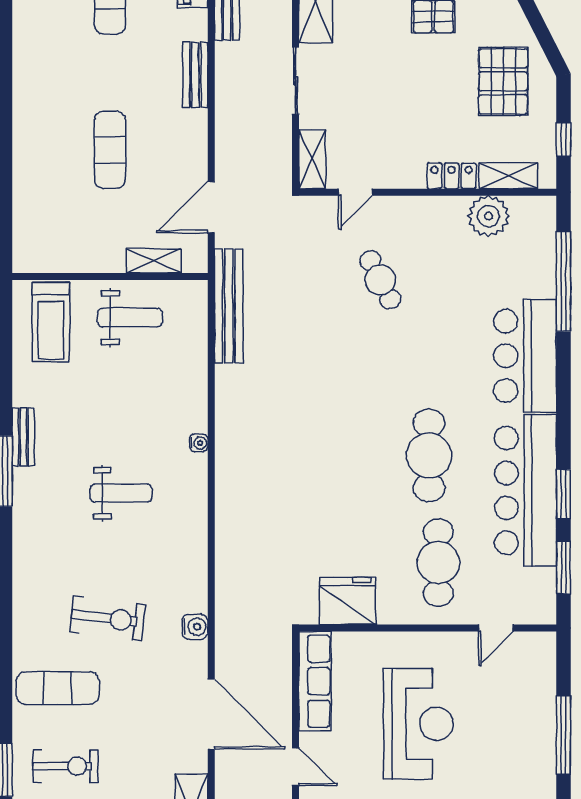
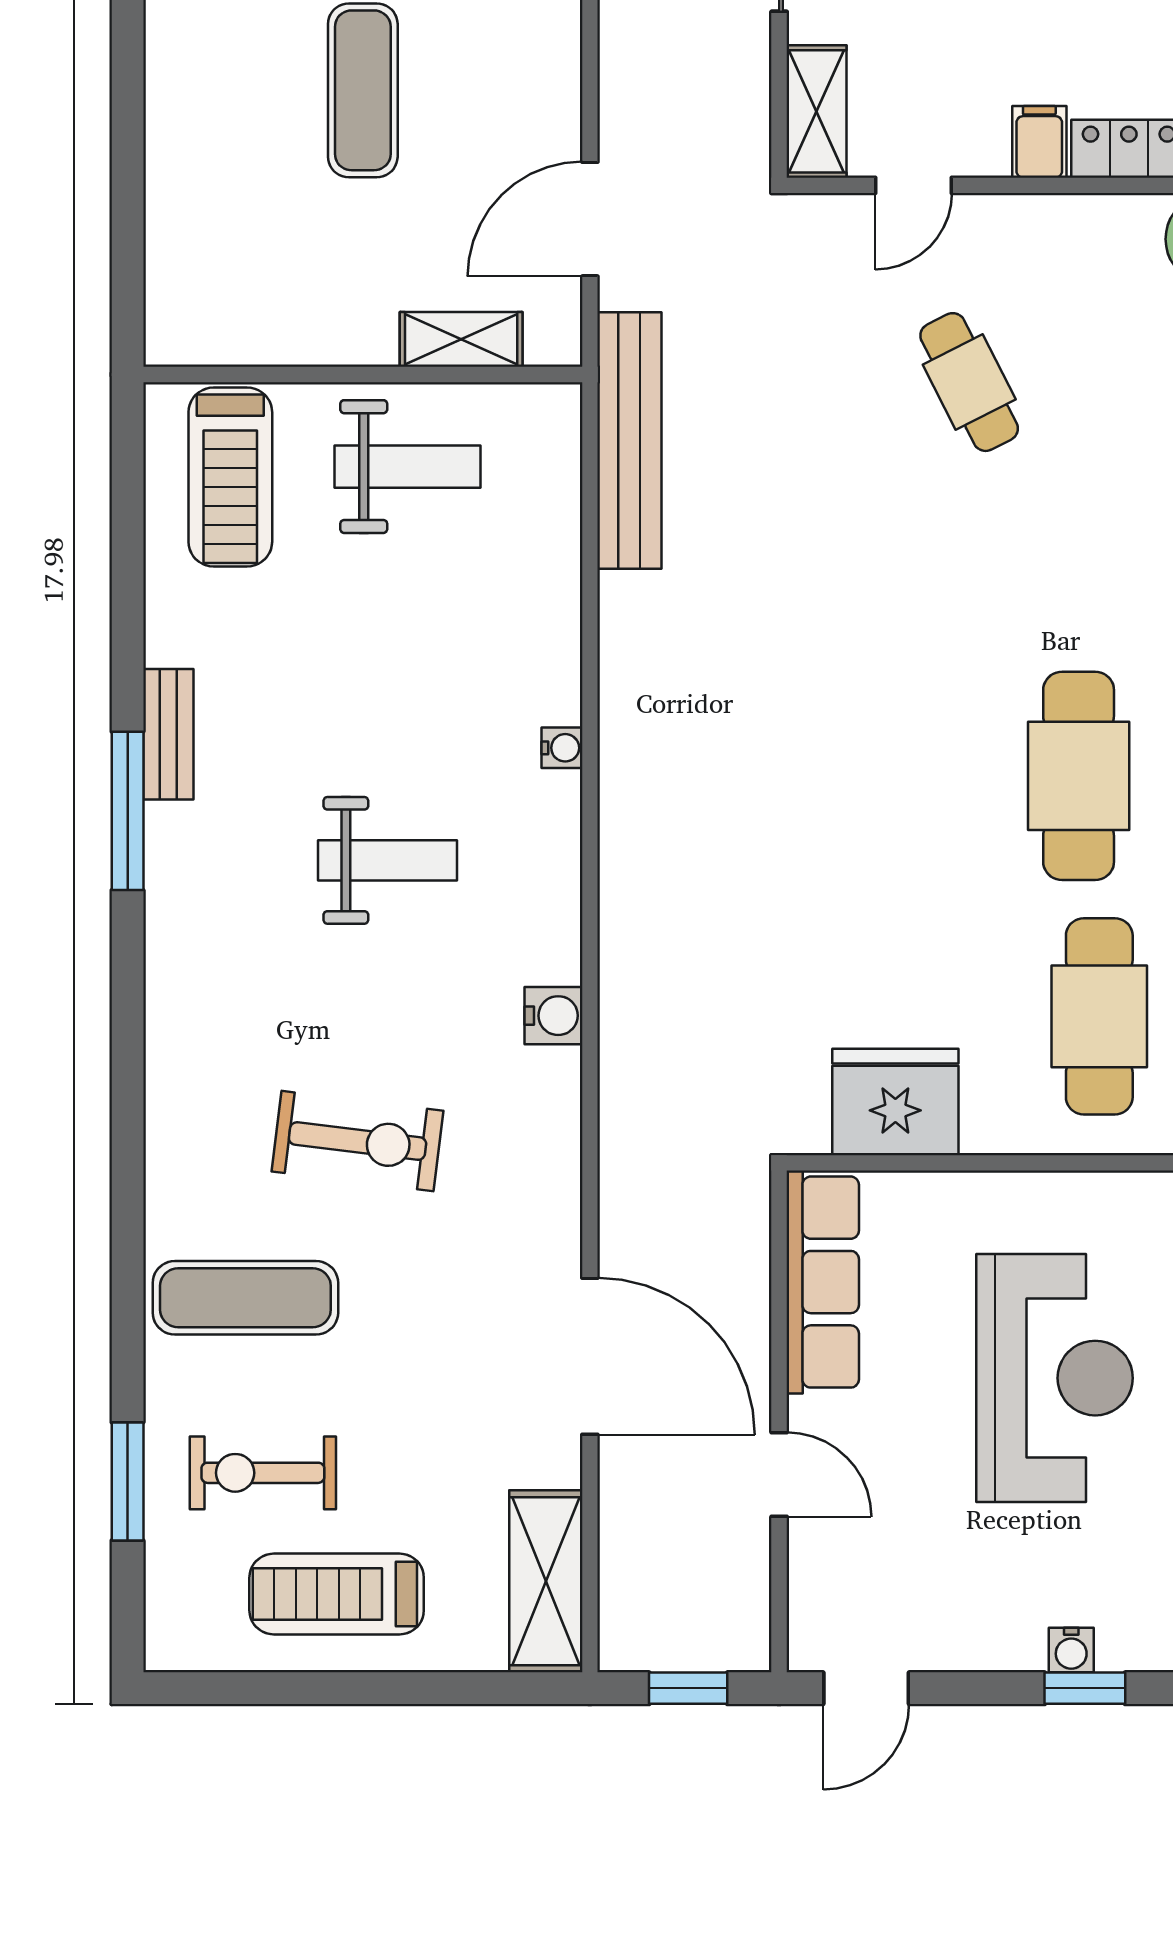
filing cabinet: (412, 173) -> (1039, 142), added
water cooler: (195, 627) -> (554, 1016), moved
exercise bike: (65, 766) -> (263, 1473), turned 180

